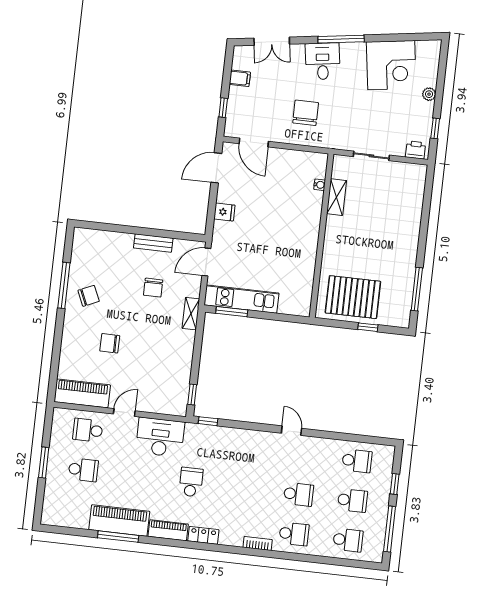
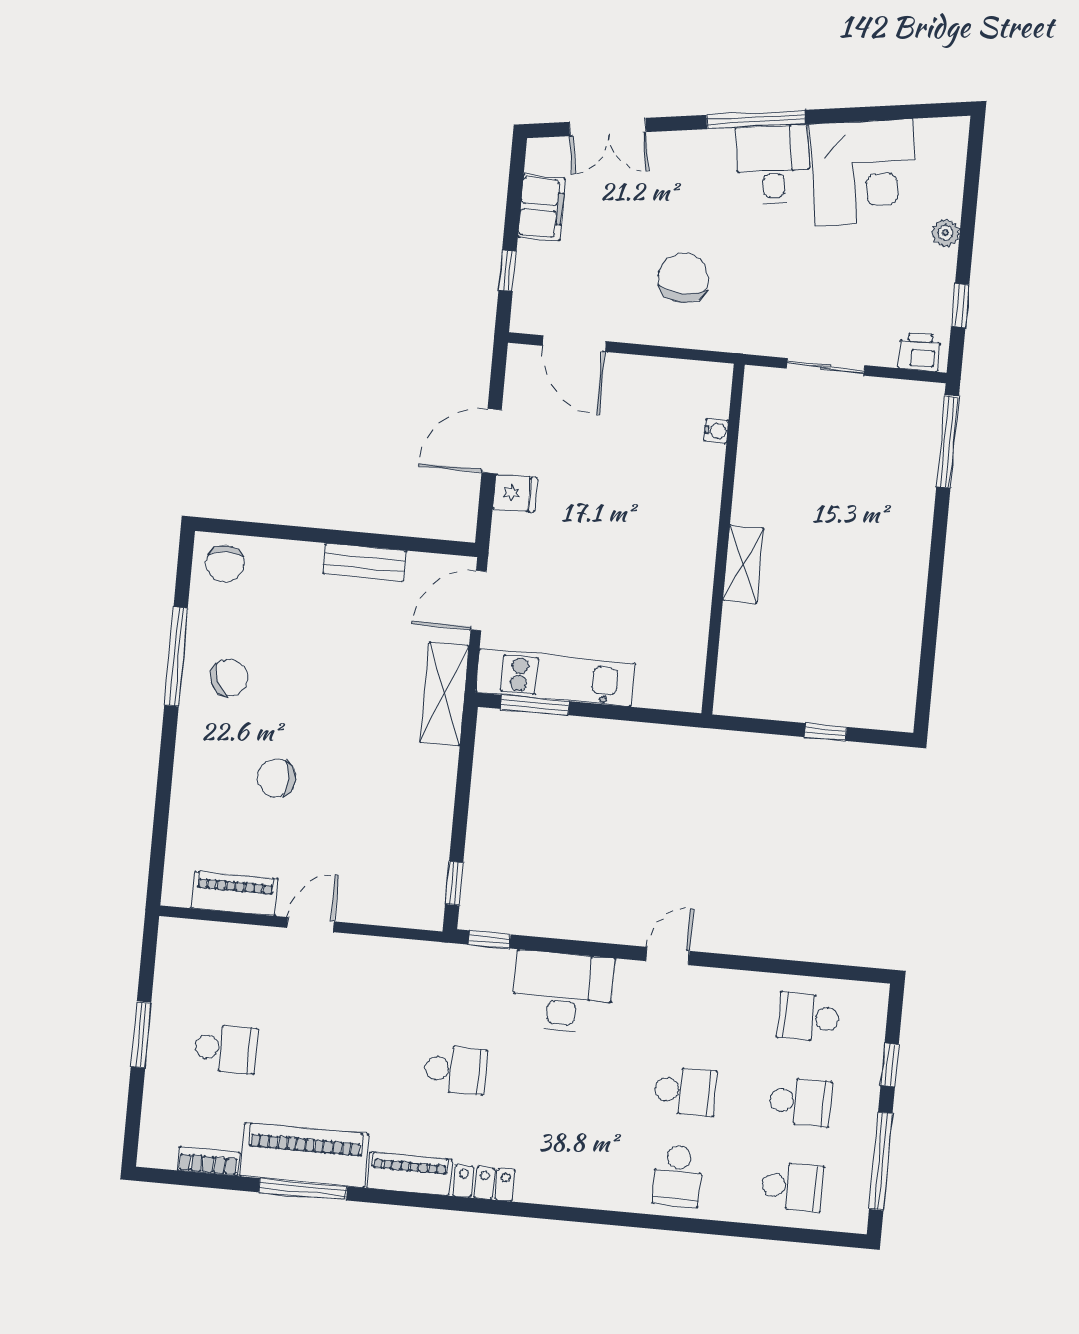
desk: (323, 61) -> (773, 165), moved
filing cabinet: (240, 78) -> (542, 207), width x2.00
door: (216, 168) -> (492, 441), moved
shelving: (337, 197) -> (743, 564), moved
chair: (153, 288) -> (225, 564), moved
window: (417, 289) -> (948, 441), moved
pallet: (353, 297) -> (792, 669), removed
shelving: (191, 314) -> (444, 694), width x1.50, depth x1.33
piano: (82, 393) -> (235, 893), width x0.73, depth x0.75
school desk: (88, 430) -> (233, 964), removed
door: (292, 431) -> (668, 956), hinge flipped
desk: (160, 437) -> (563, 992), moved
school desk: (357, 461) -> (808, 1017), turned 180
school desk: (191, 482) -> (456, 1070), turned 90
school desk: (294, 534) -> (678, 1176), turned 90
bookcase: (258, 543) -> (208, 1161), moved

